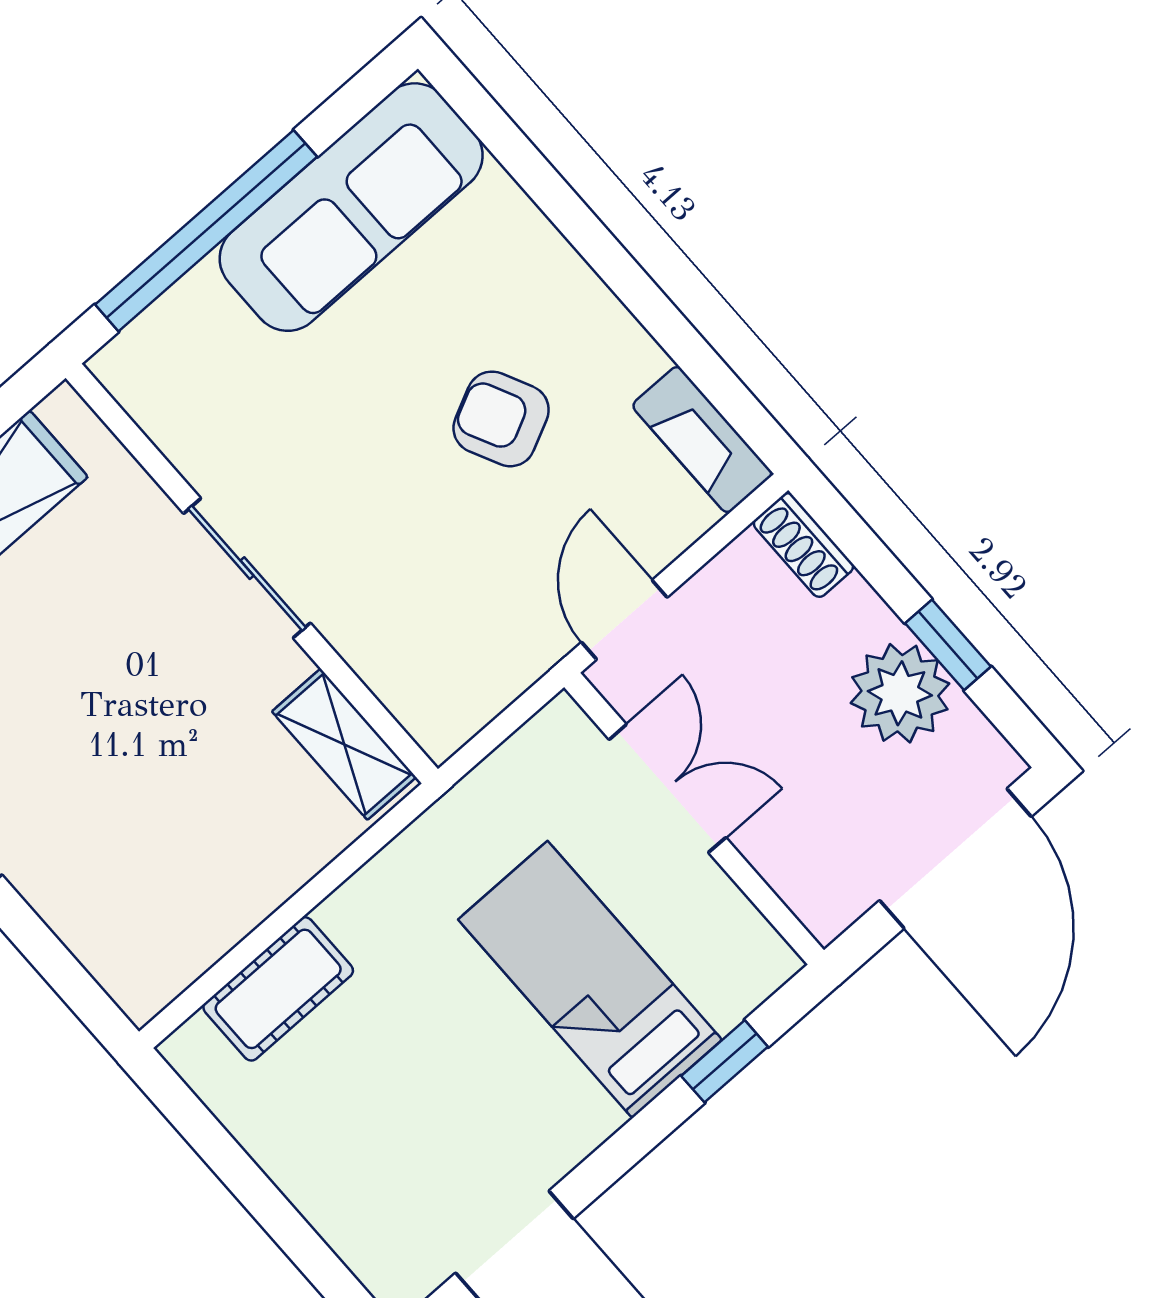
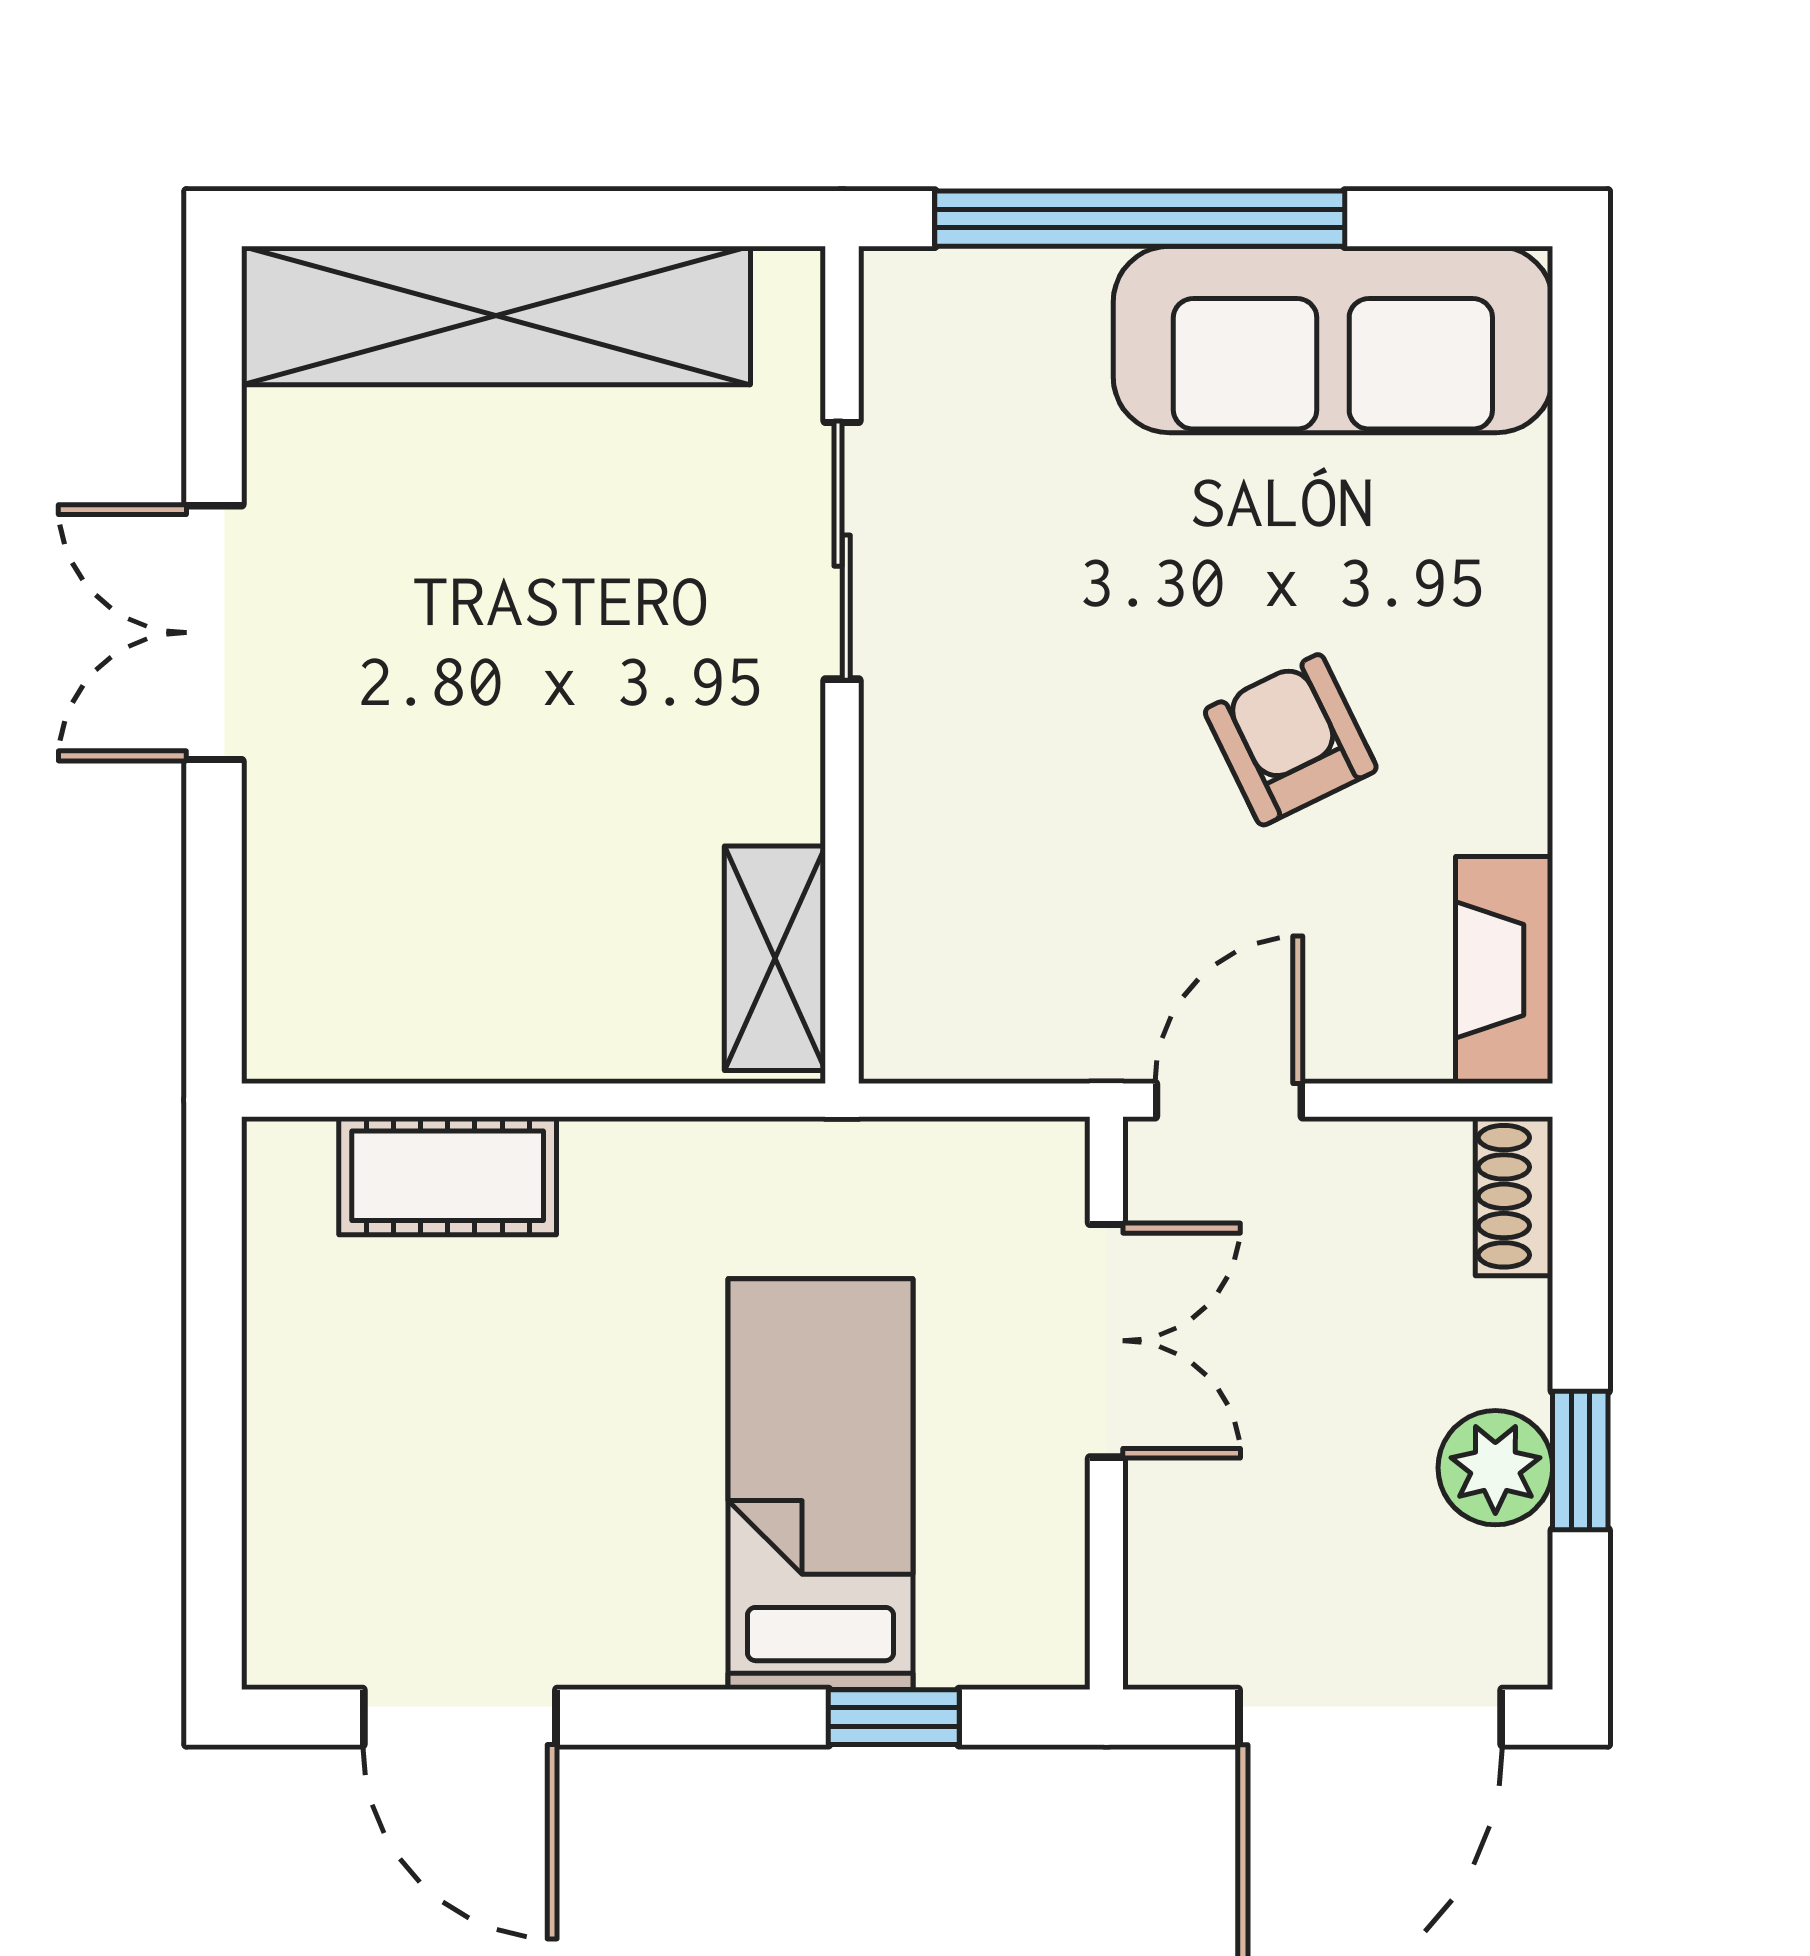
sliding door: (247, 568) -> (842, 551), moved
plant: (900, 693) -> (1495, 1468), width x0.73, depth x0.73

